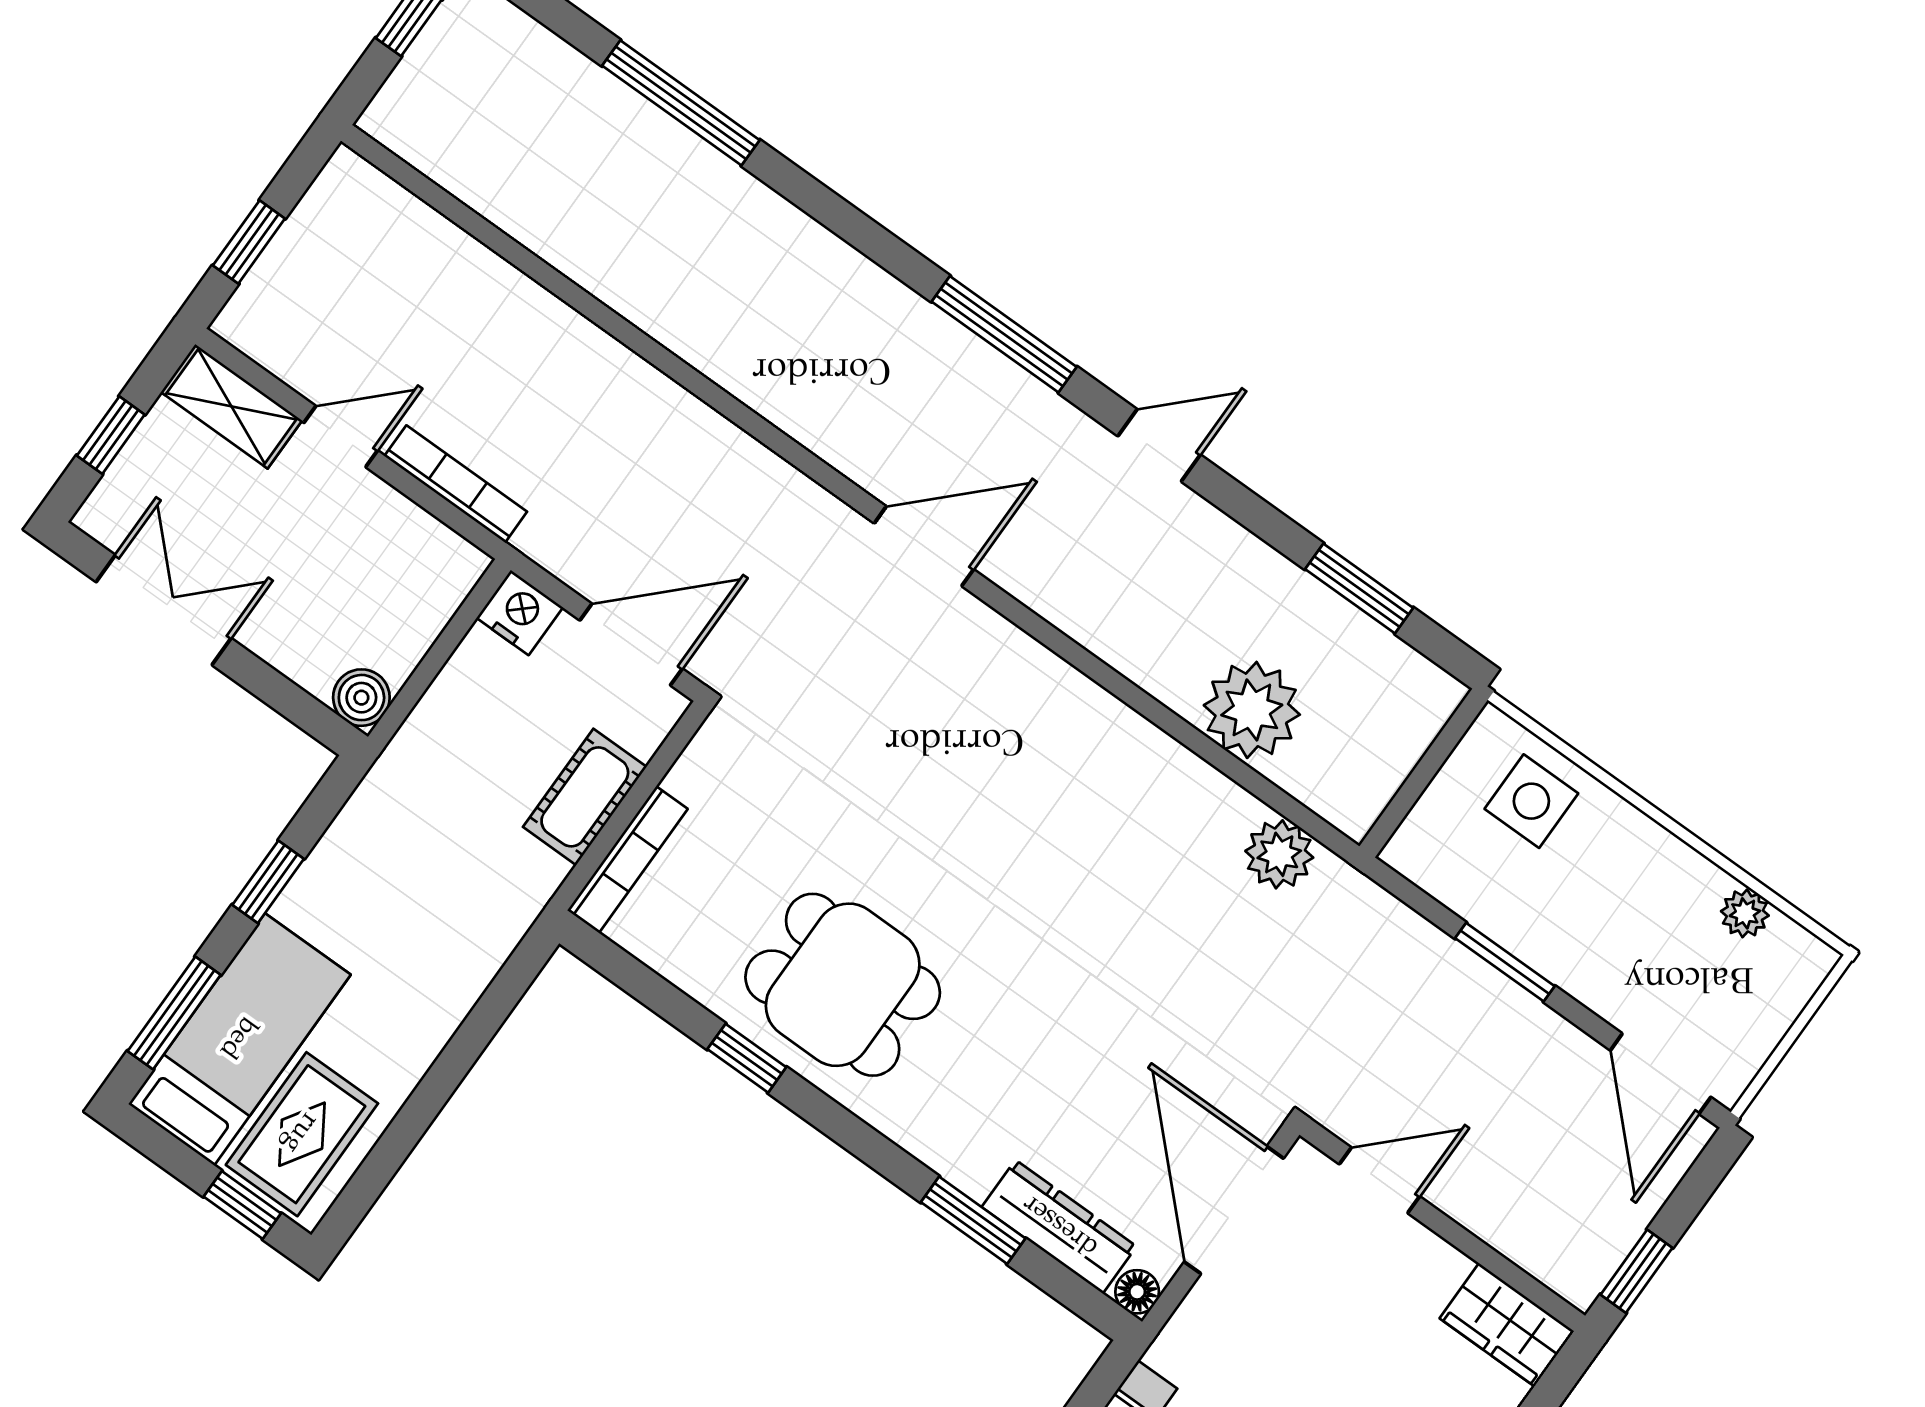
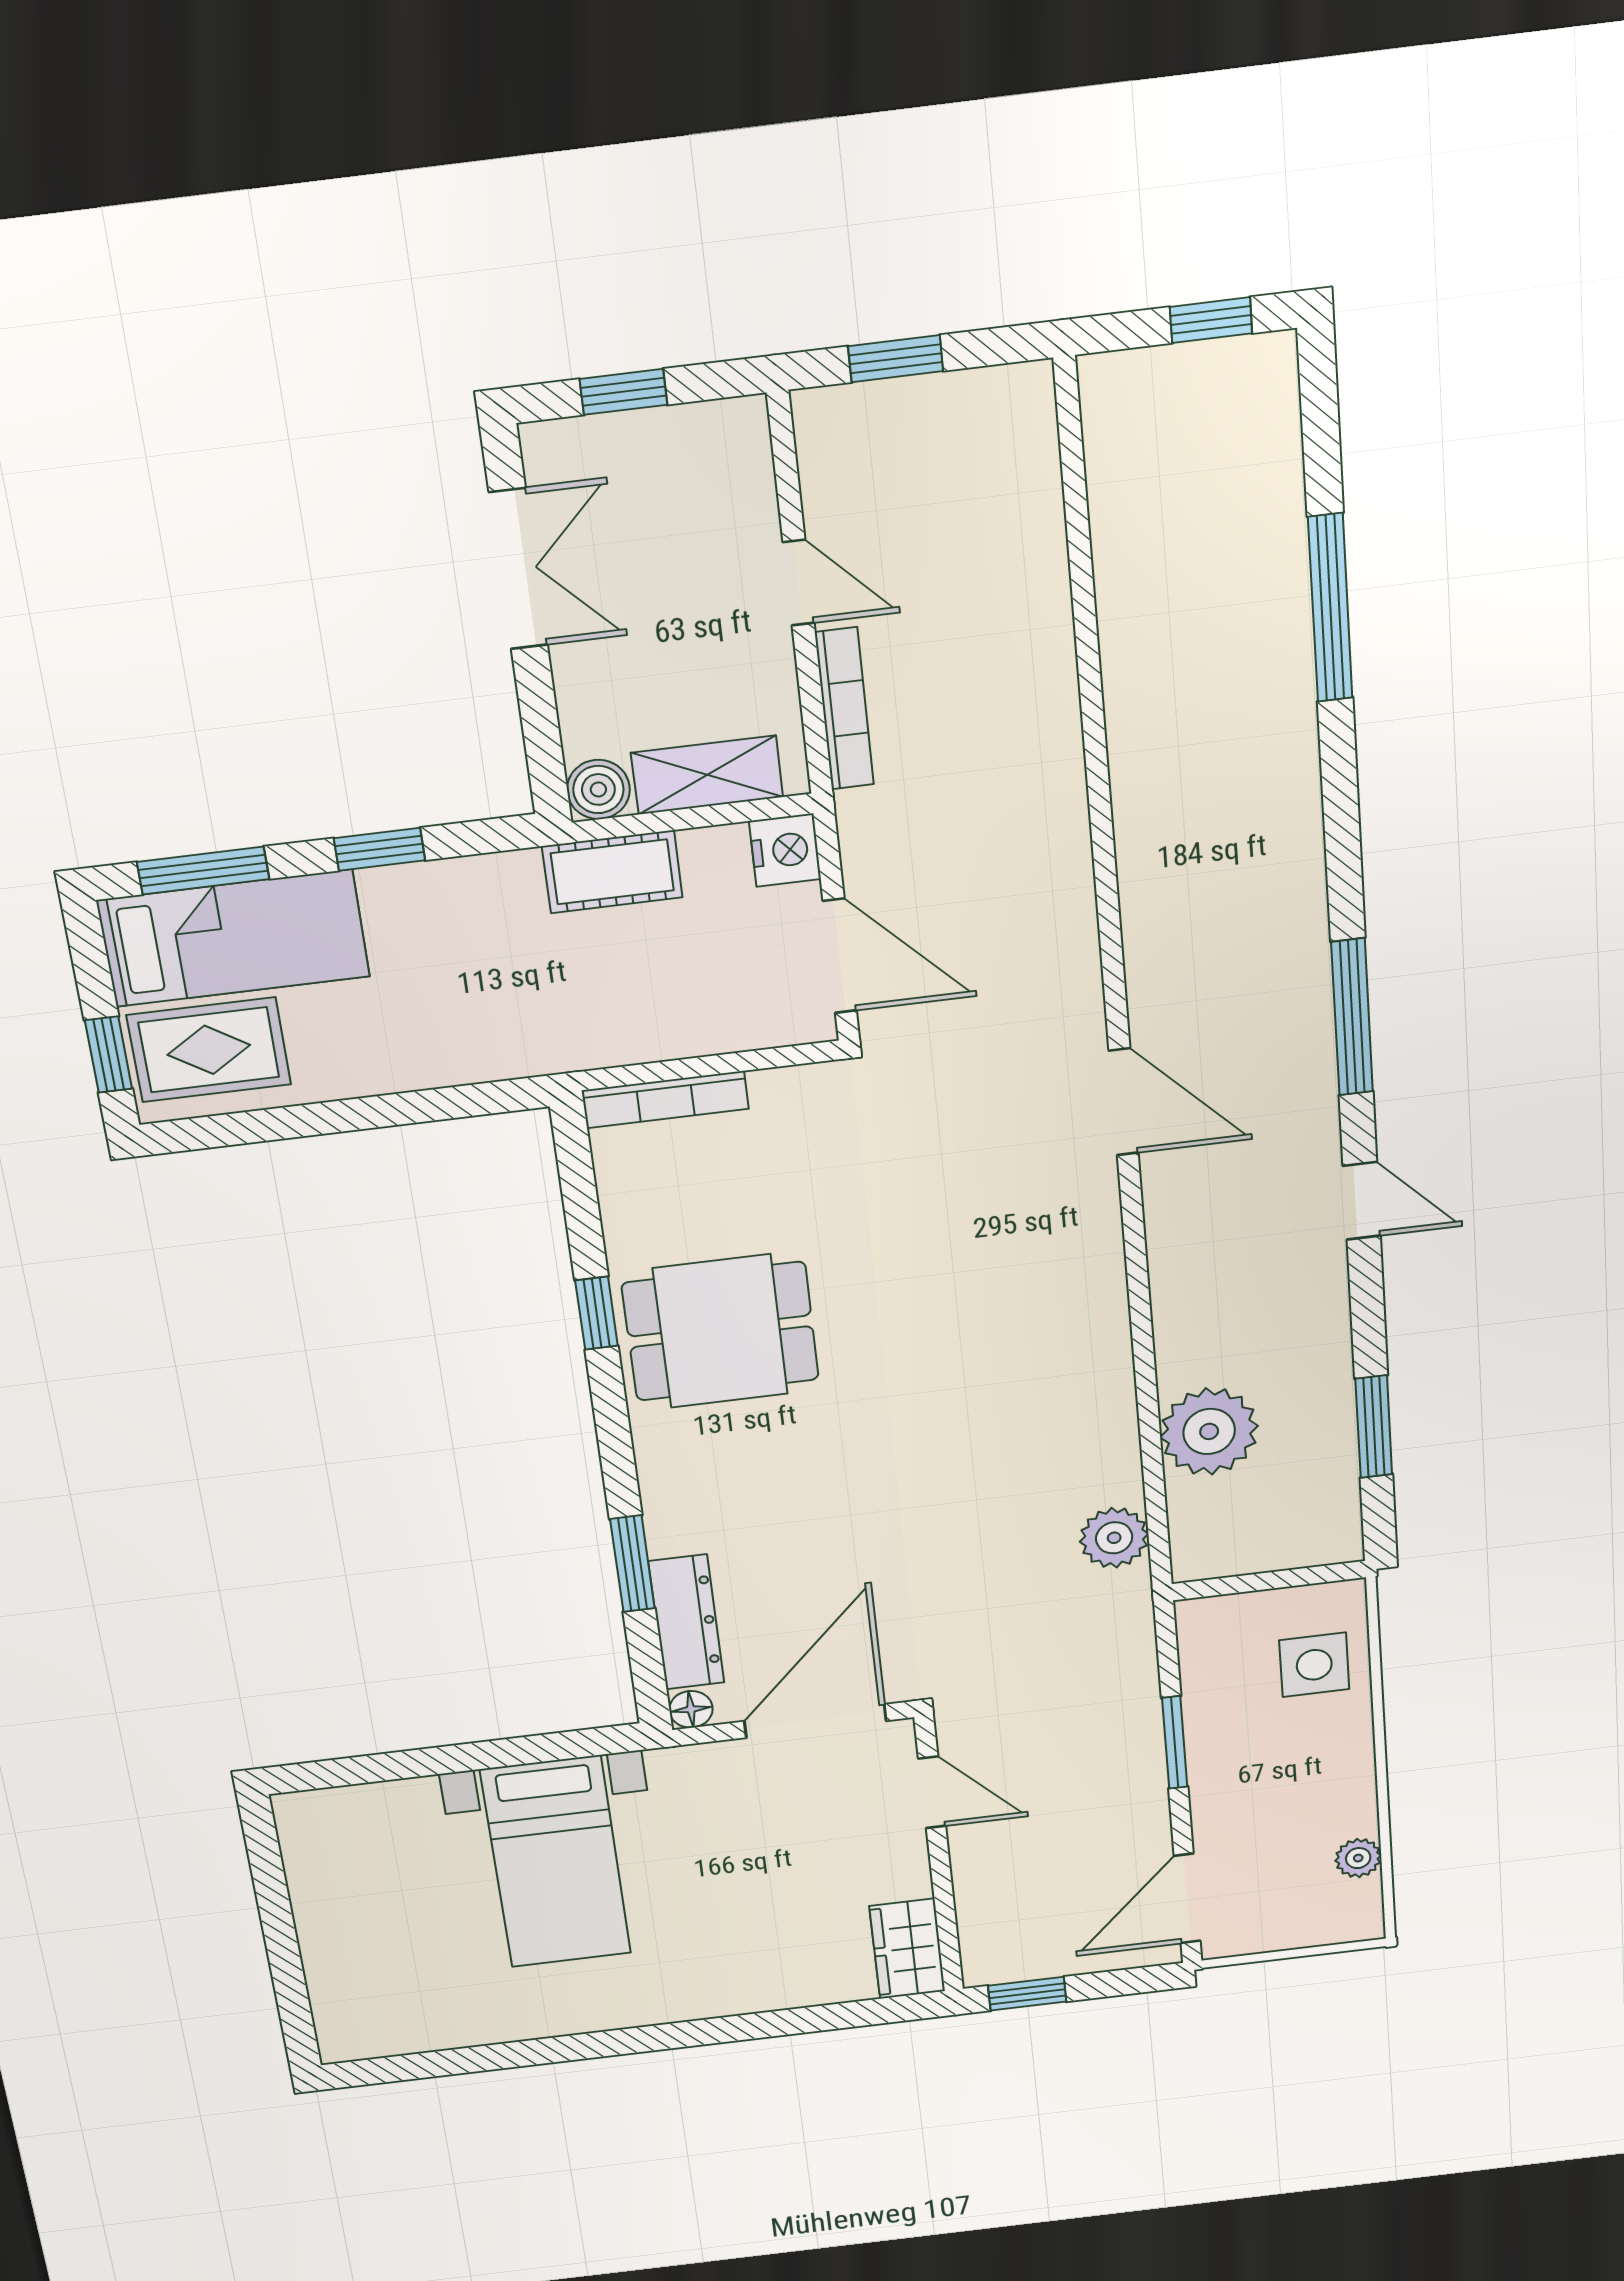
shelving: (231, 406) -> (707, 775), moved, turned 90
cot: (585, 797) -> (612, 872), moved
dining table: (843, 985) -> (720, 1331), turned 90

